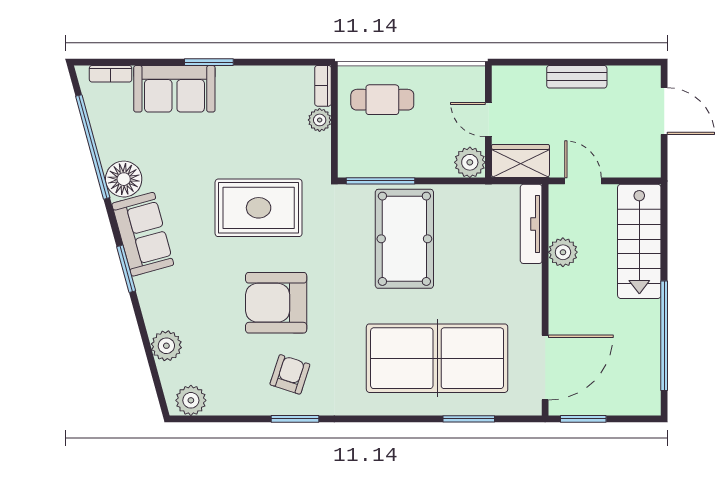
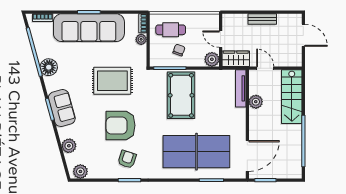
sofa: (174, 89) -> (89, 28), width x1.85, depth x1.27
chair: (400, 143) -> (179, 50), added
sofa: (143, 234) -> (62, 108), moved

